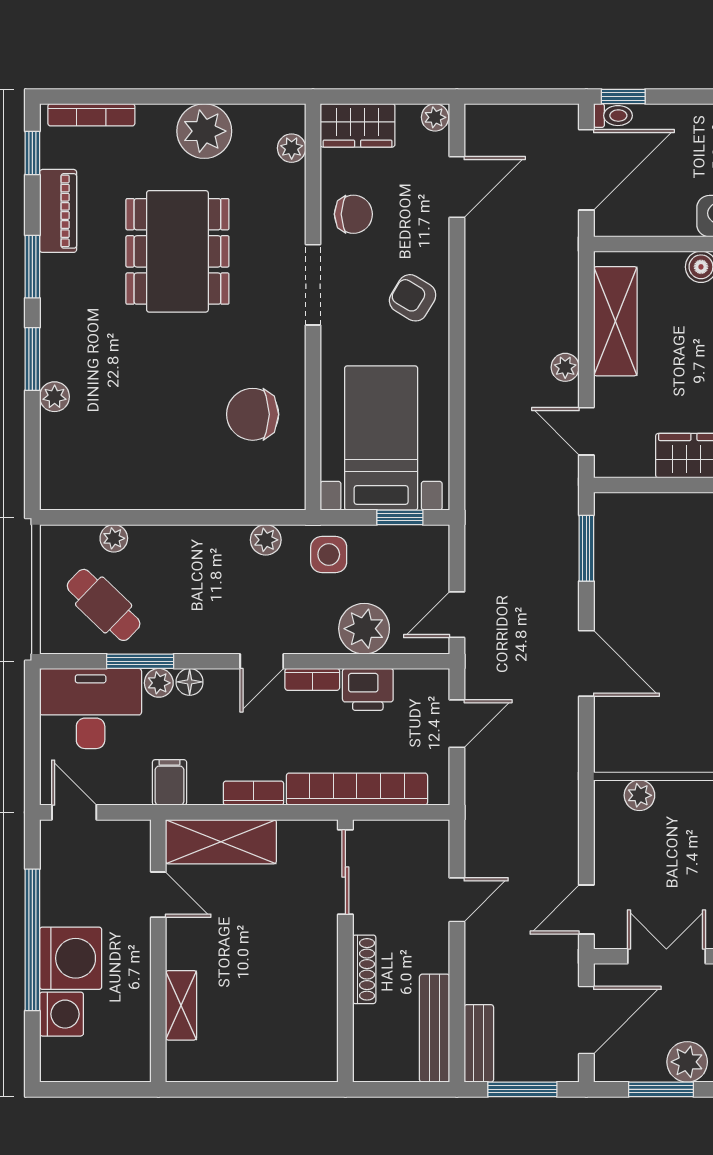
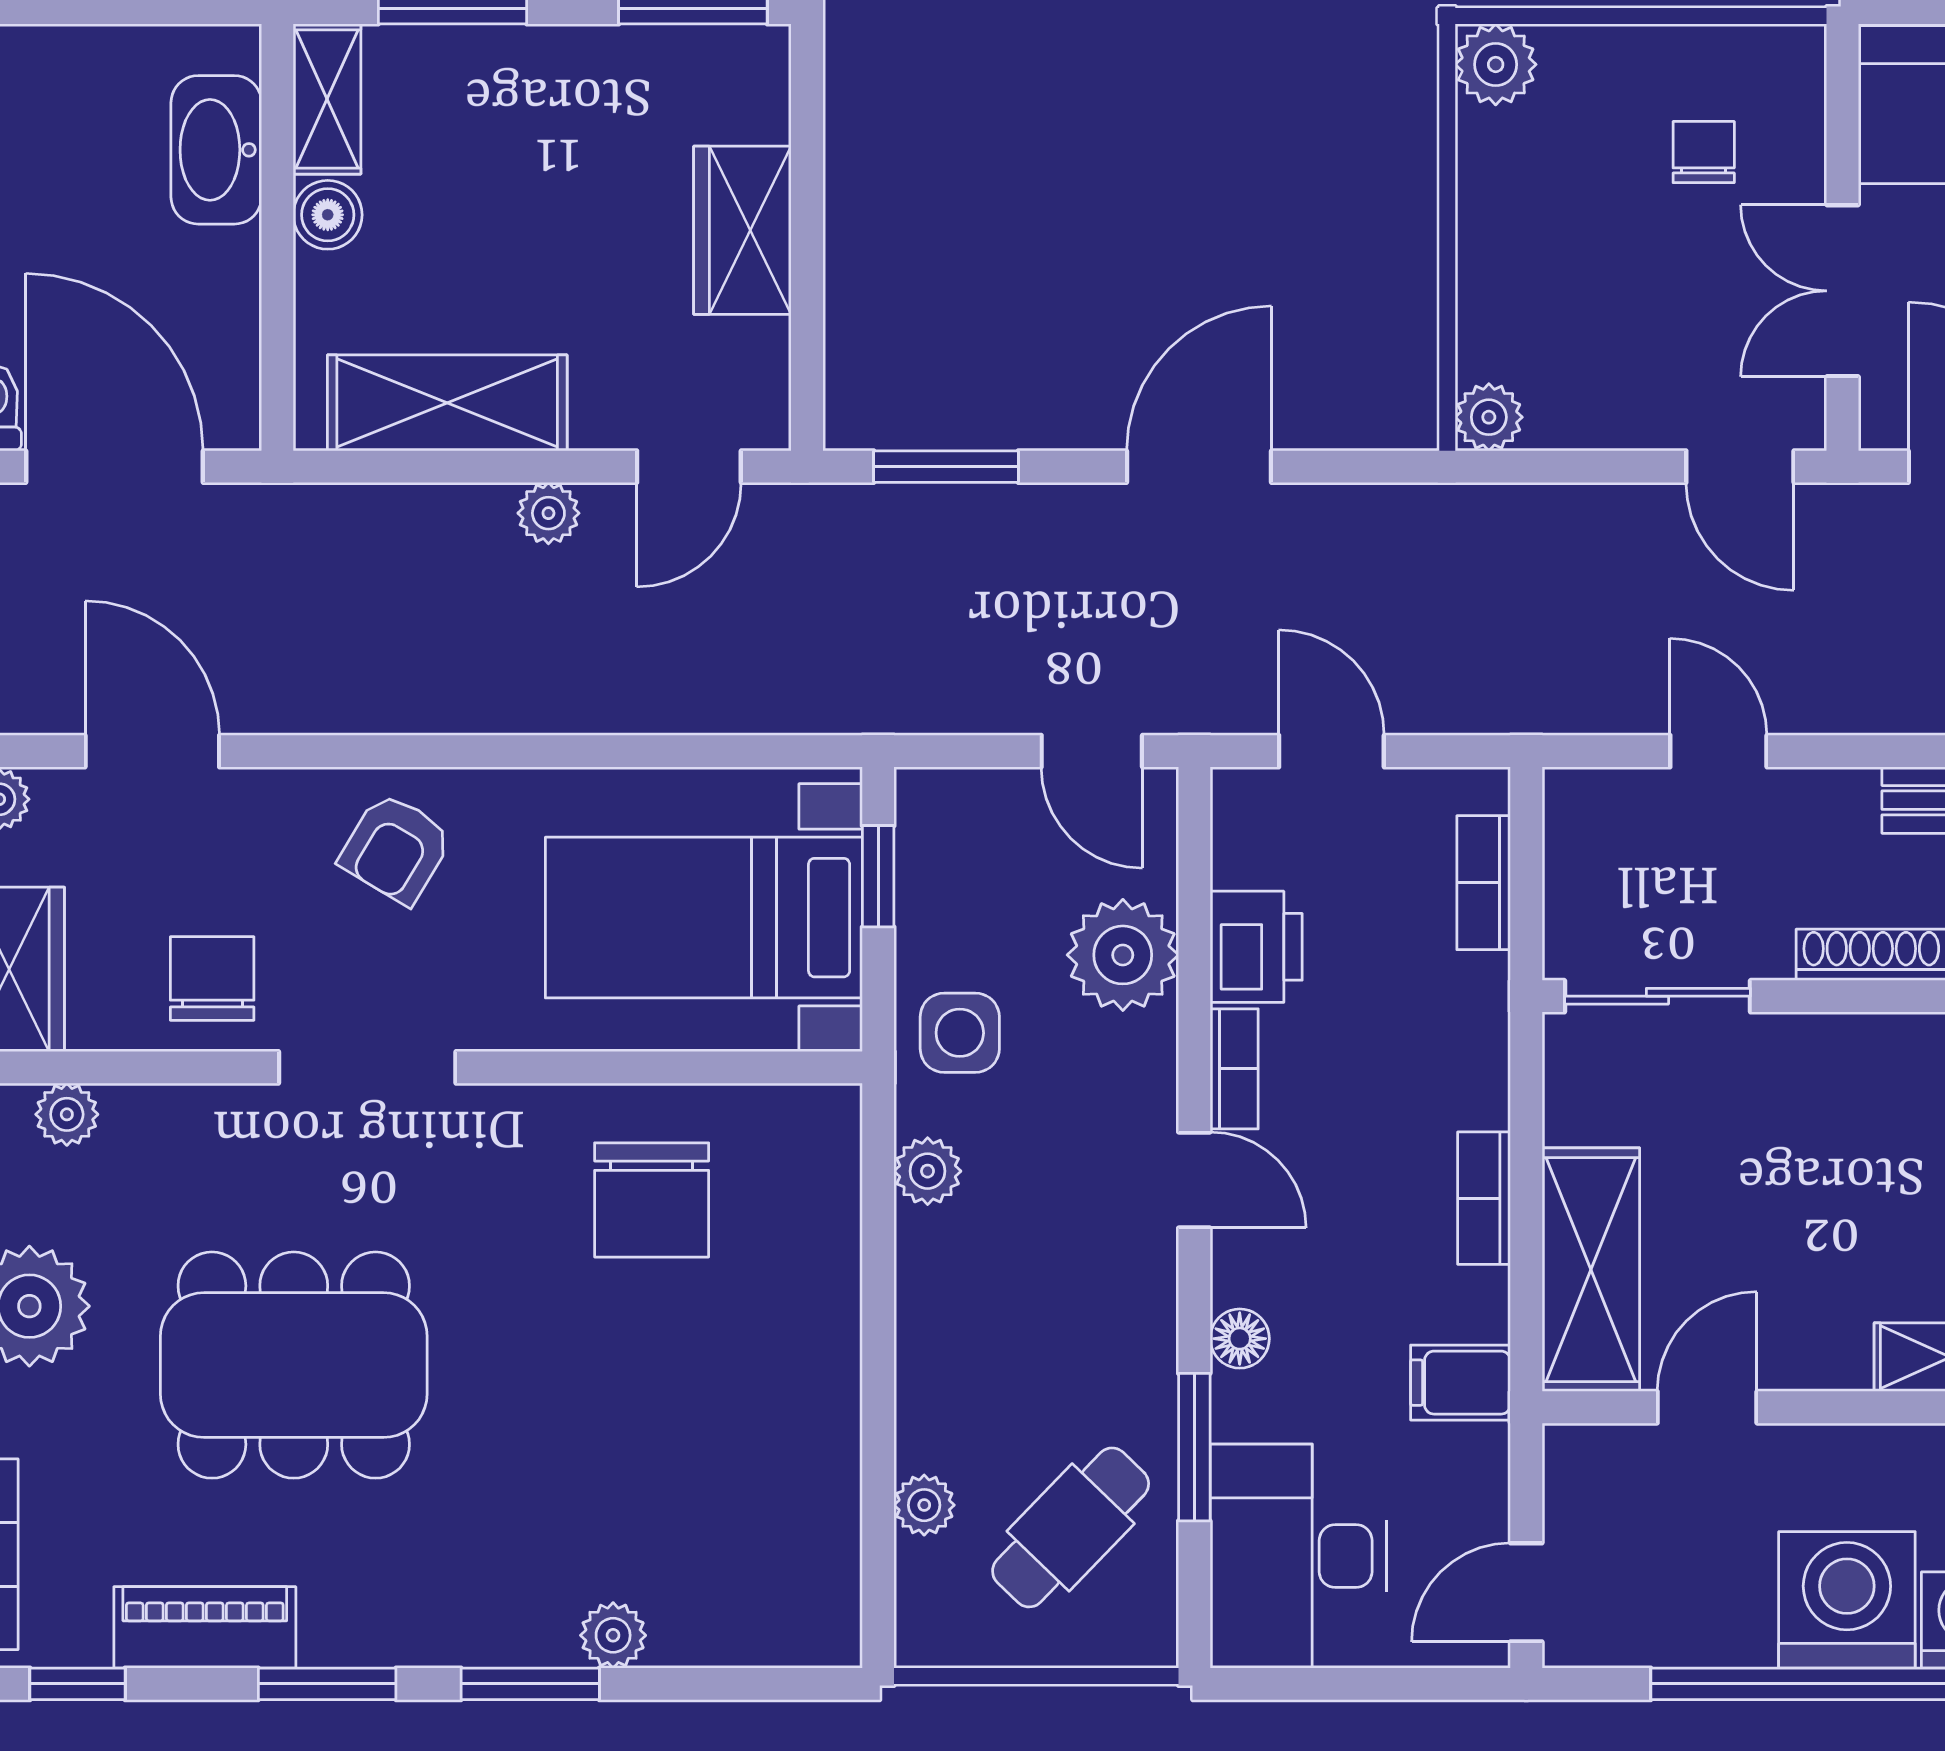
plant: (159, 683) -> (1242, 1406), removed
bookcase: (357, 789) -> (1484, 883), width x0.43, depth x0.76
plant: (639, 795) -> (1489, 417), moved

